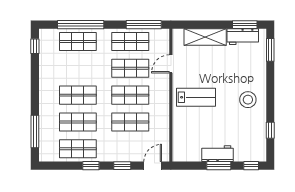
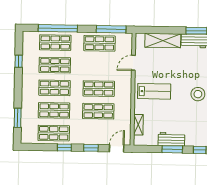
window: (35, 46) -> (19, 61), moved
shop shelf: (130, 68) -> (55, 65), moved
window: (35, 131) -> (18, 118), width x0.69
shelving: (178, 137) -> (138, 125), added

